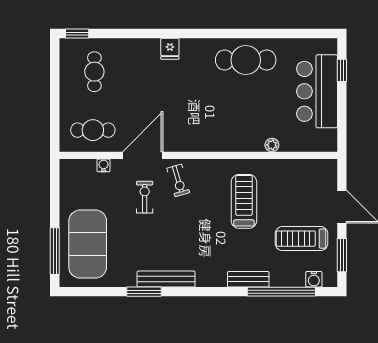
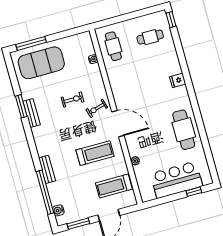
door: (143, 155) -> (118, 124), moved
exercise bike: (145, 197) -> (73, 100), moved
treadmill: (302, 239) -> (114, 186), moved, turned -90
bench: (166, 279) -> (32, 113), width x0.73

